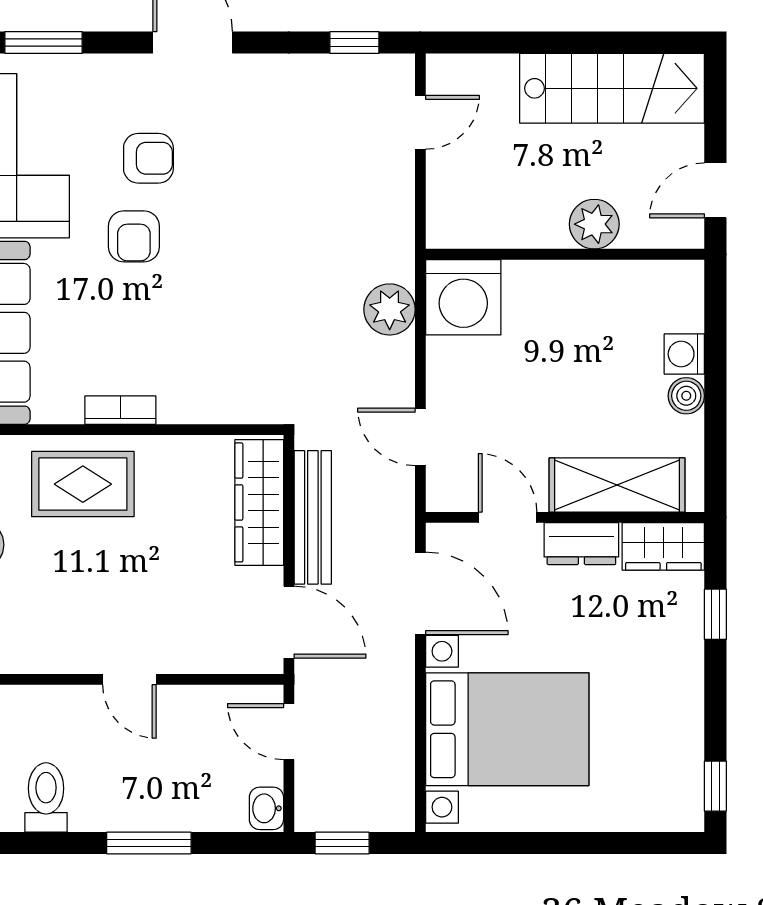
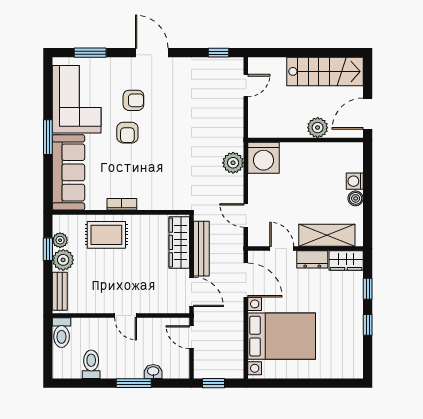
door: (715, 190) -> (368, 114), width x1.38
window: (715, 786) -> (368, 325), moved
washbasin: (266, 808) -> (153, 371), moved, turned 90

